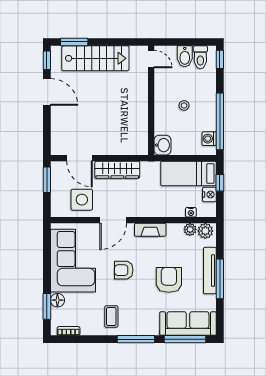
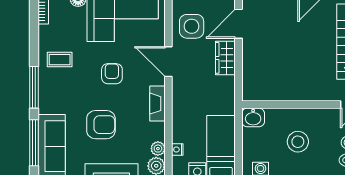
stool: (184, 105) -> (298, 142), width x1.89, depth x1.89
wardrobe: (117, 170) -> (225, 58), width x0.67

